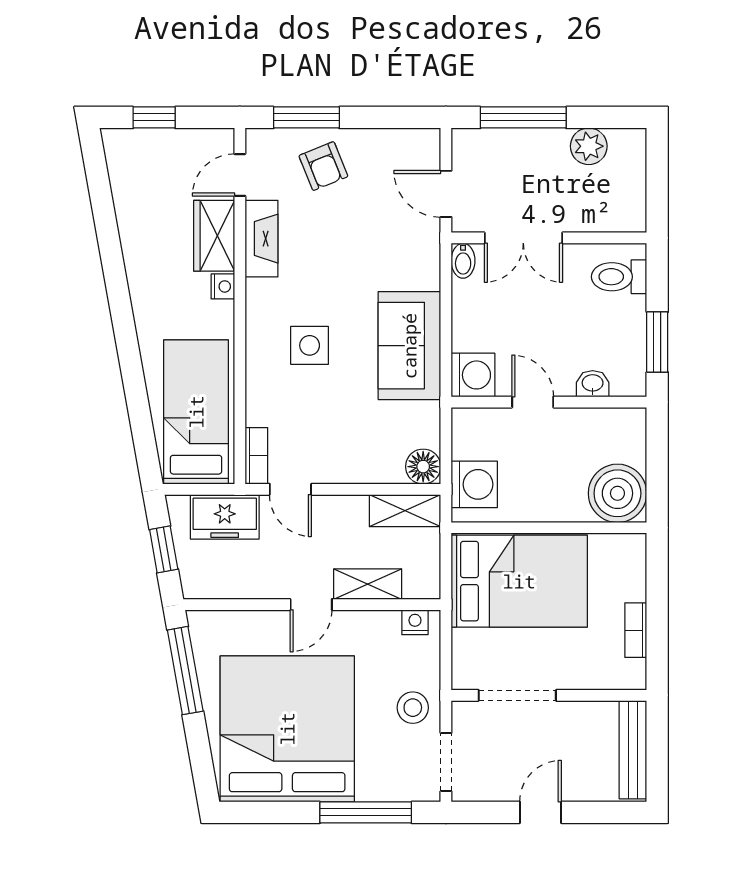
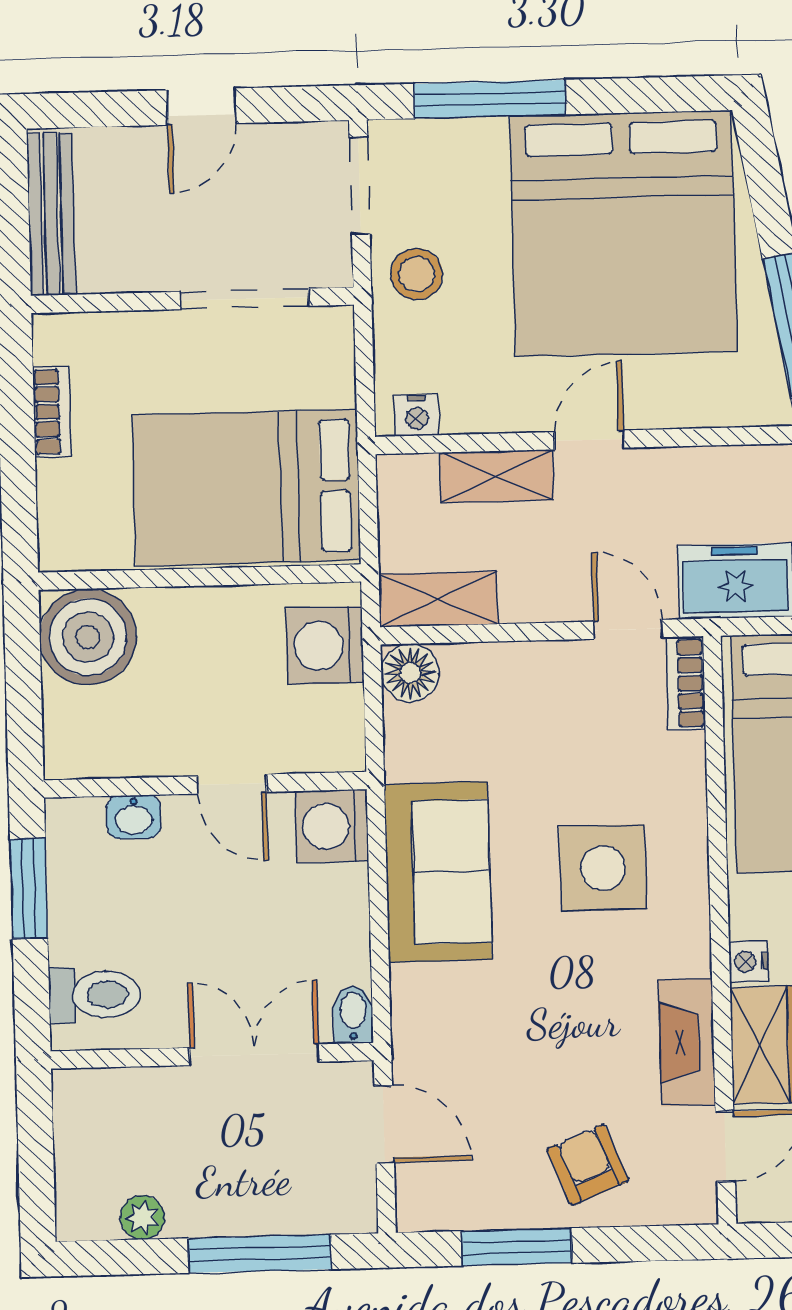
window: (306, 117) -> (517, 1247), moved
plant: (589, 146) -> (142, 1217), width x0.73, depth x0.73
side table: (310, 345) -> (603, 868), width x1.37, depth x1.37

